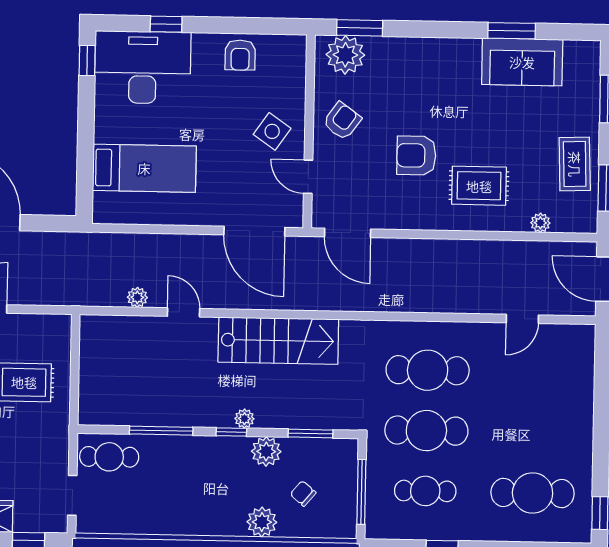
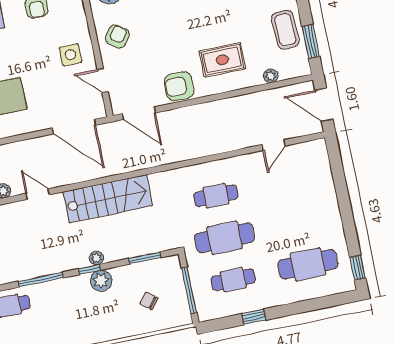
side table: (272, 131) -> (71, 55), turned -35
armchair: (416, 155) -> (179, 86), moved
cafe table: (428, 370) -> (216, 196), width x0.73, depth x0.74
plant: (266, 451) -> (101, 281), moved
plant: (262, 522) -> (125, 327), removed

